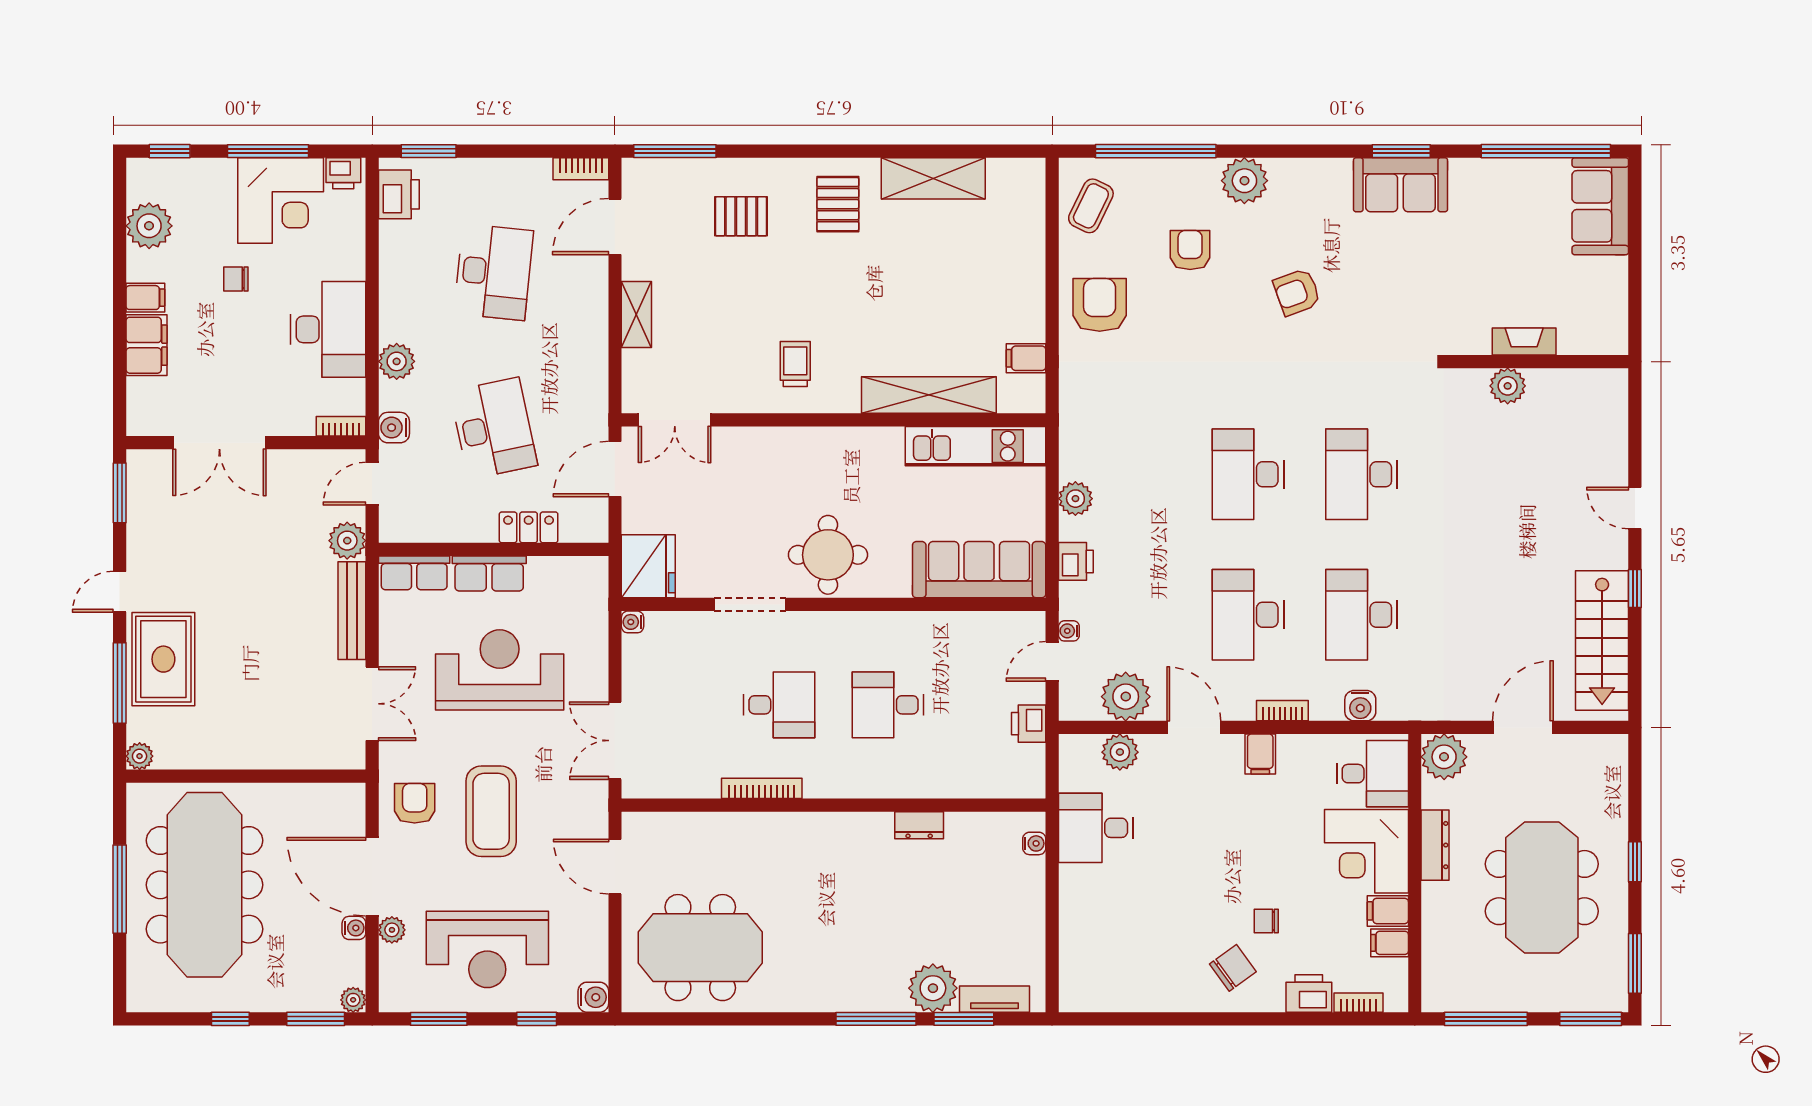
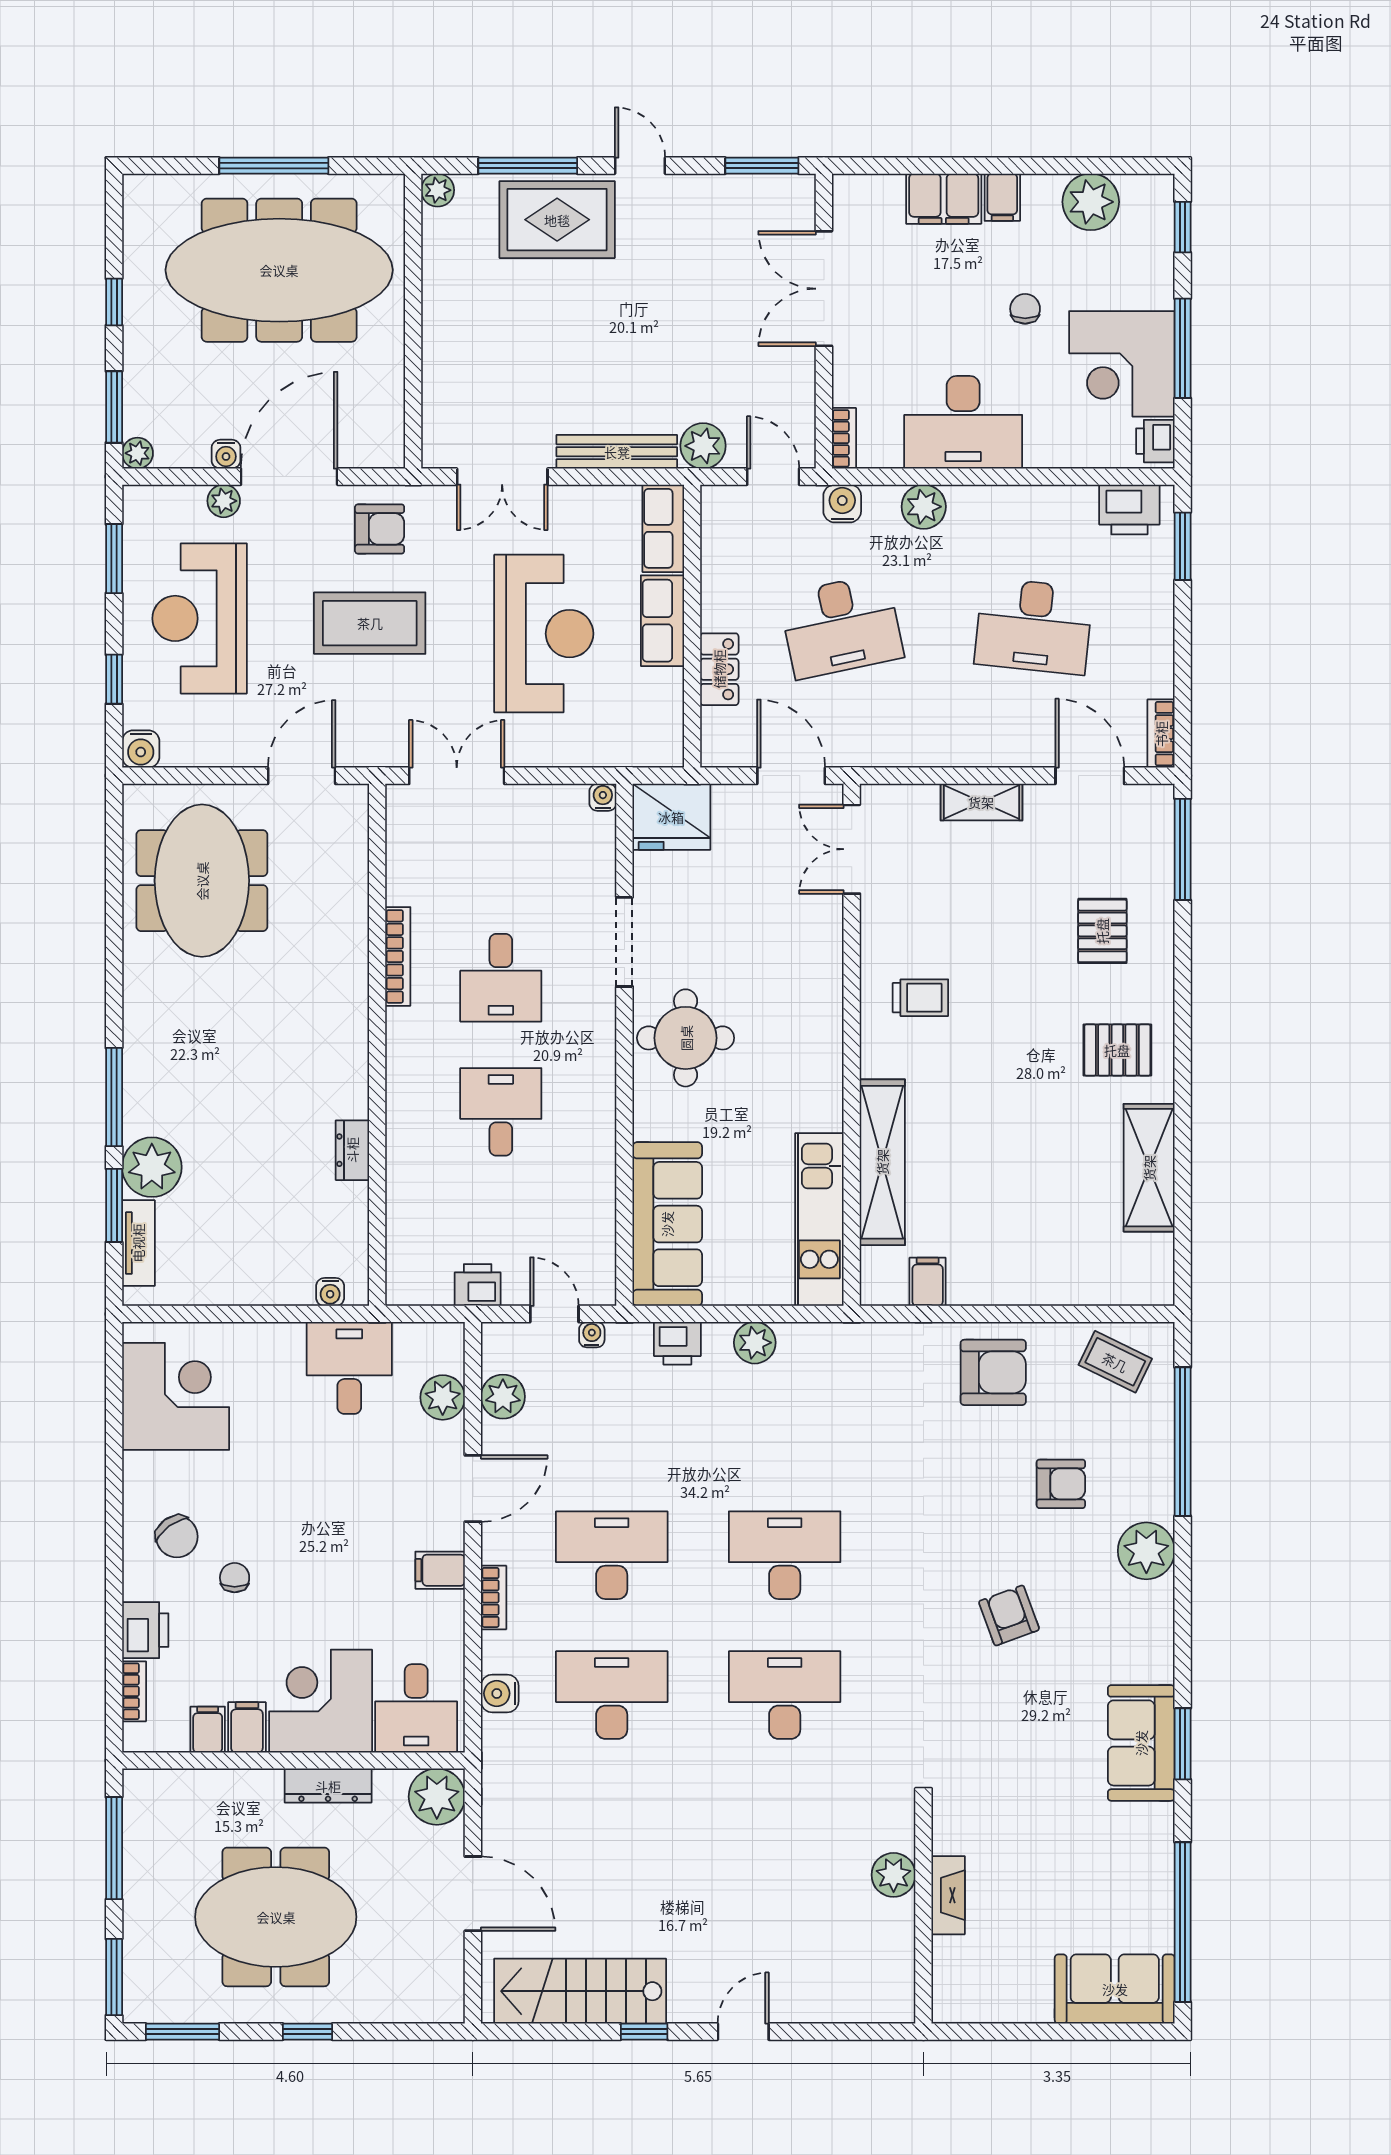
plant: (1126, 697) -> (503, 1397), width x0.73, depth x0.73
corner desk: (1119, 969) -> (176, 1396), added

